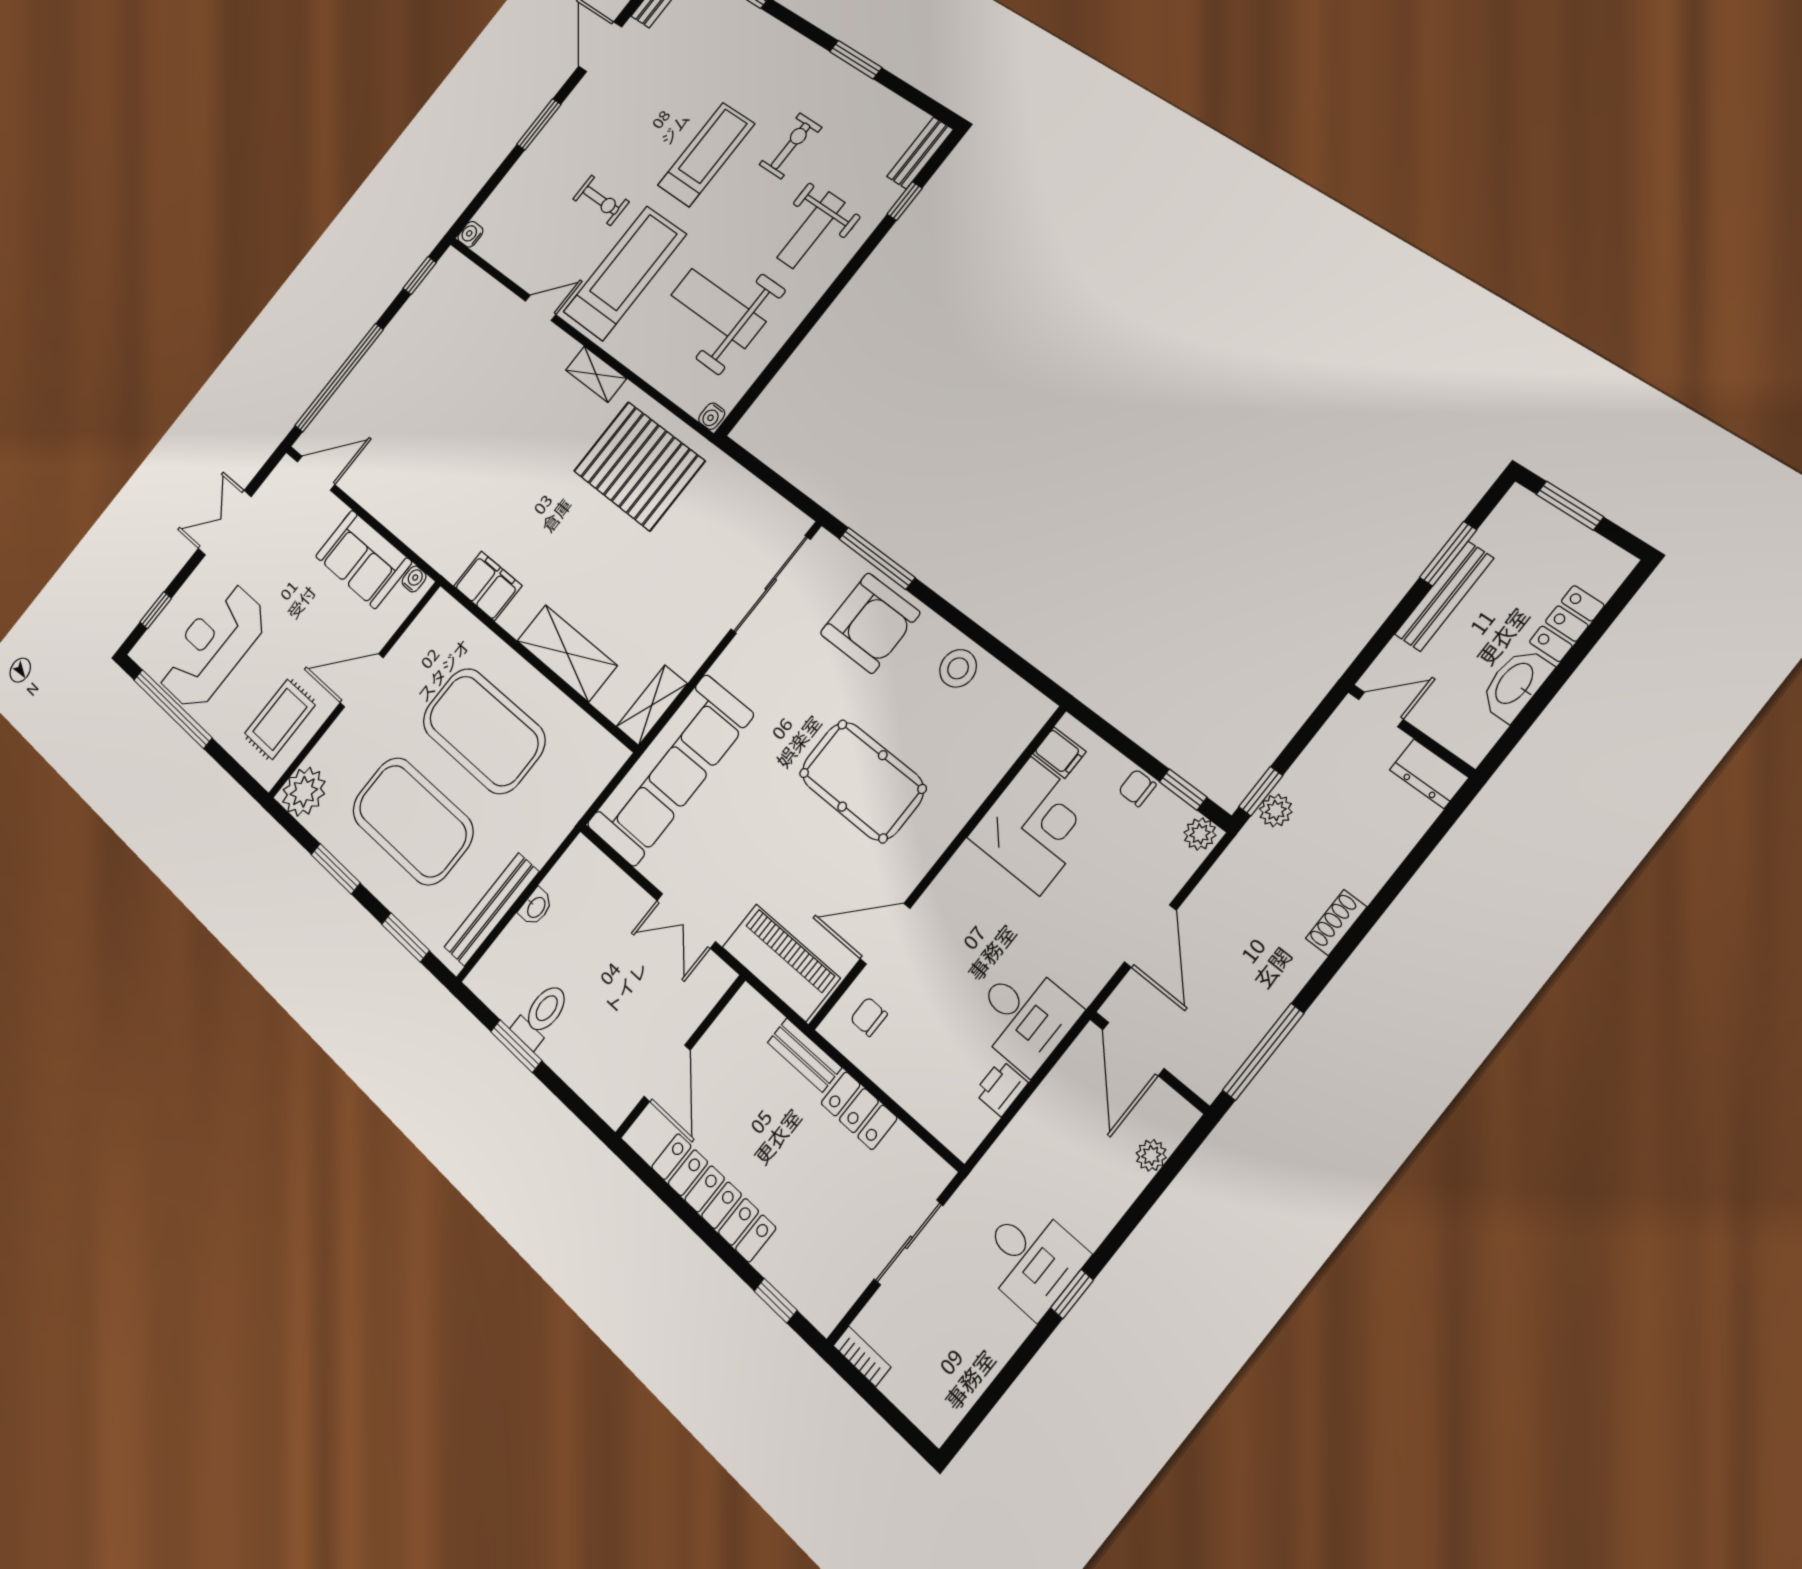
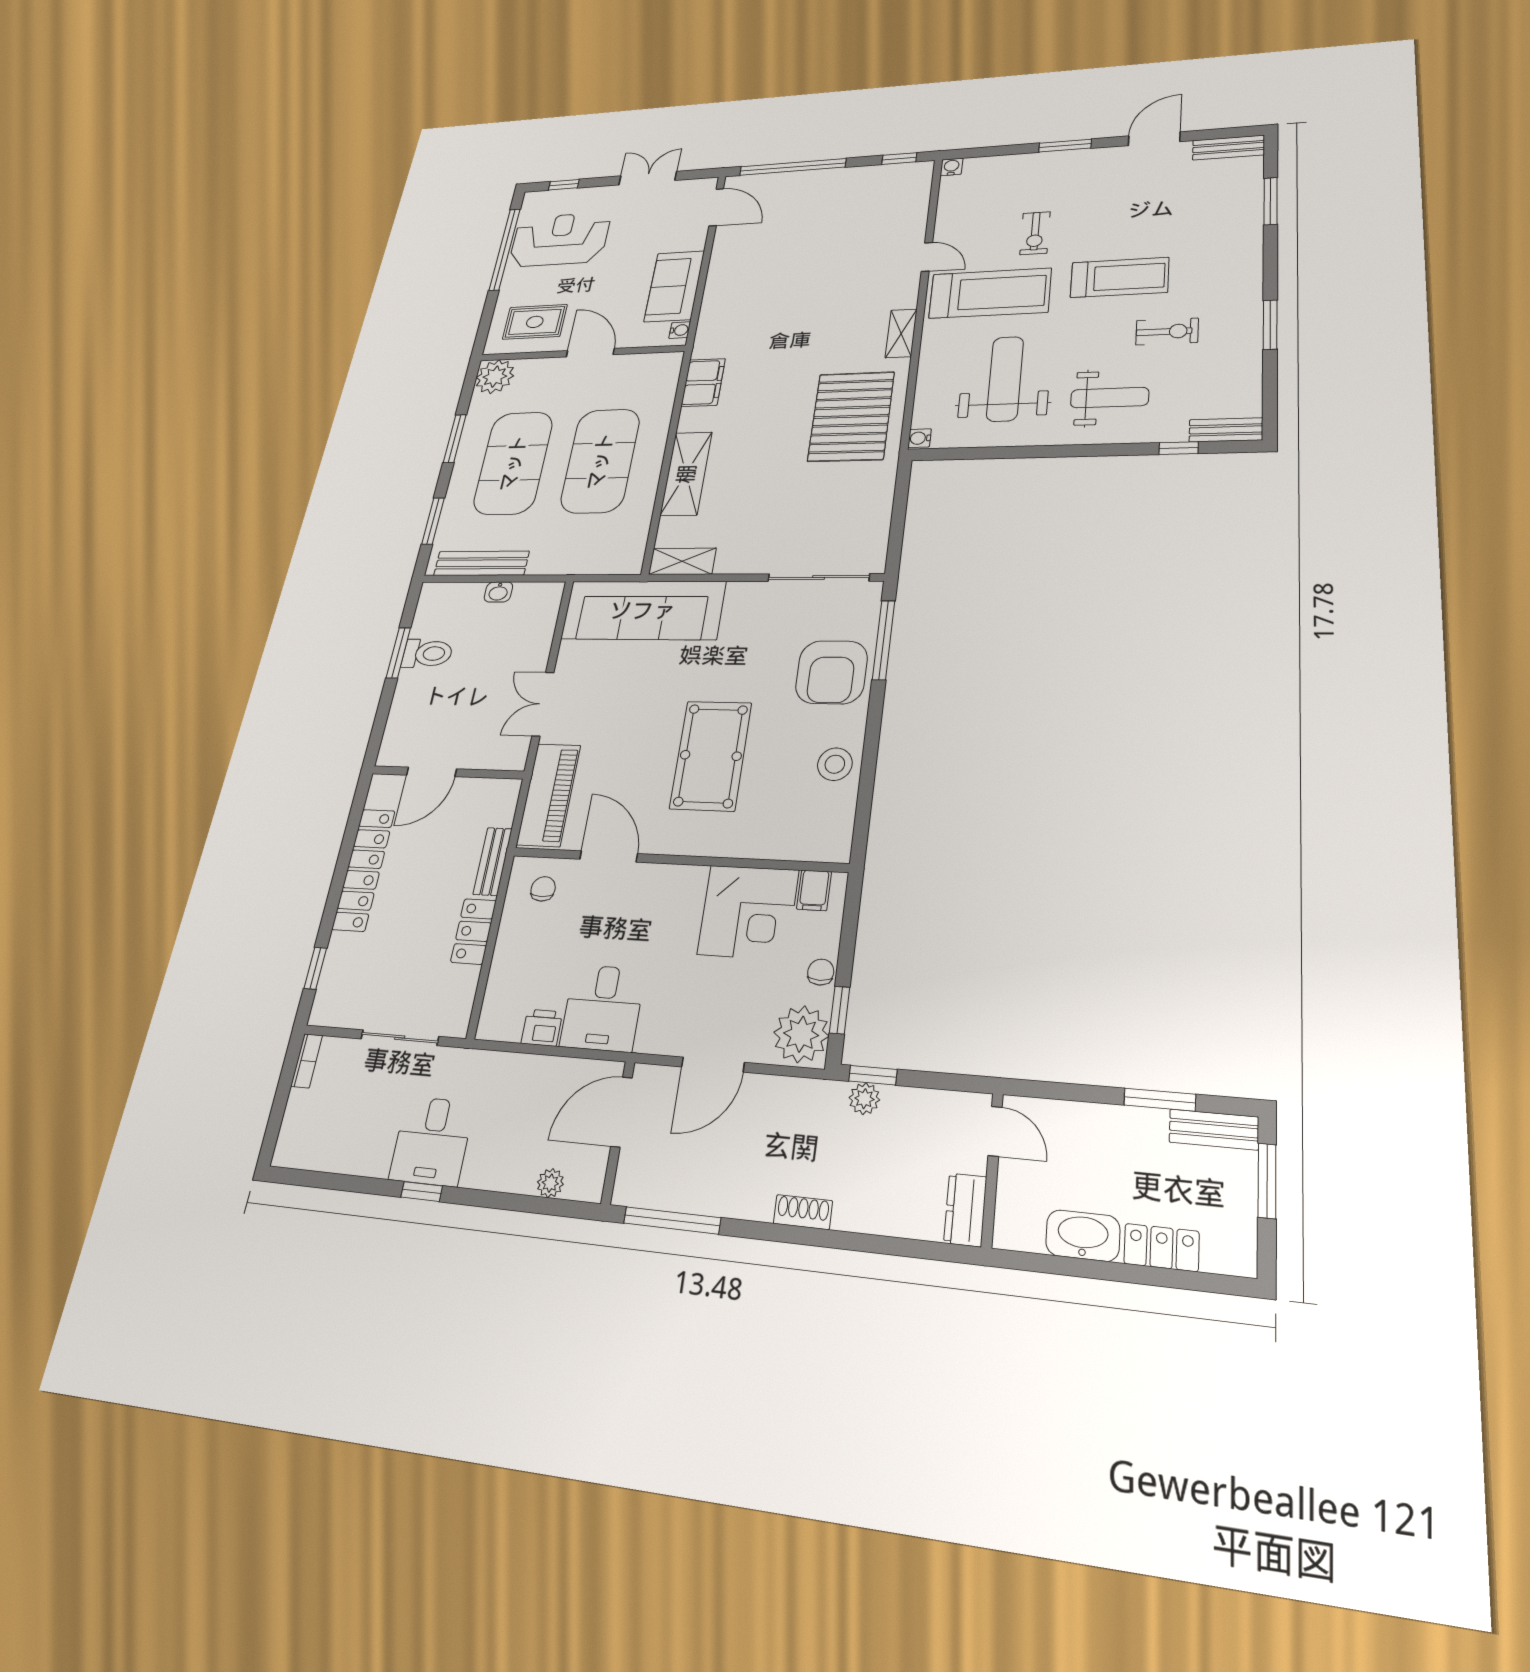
weight bench: (811, 230) -> (1110, 398), turned 180
bench: (1444, 596) -> (1214, 1130), moved, width x0.73
plant: (1200, 834) -> (801, 1034), width x1.88, depth x1.88

